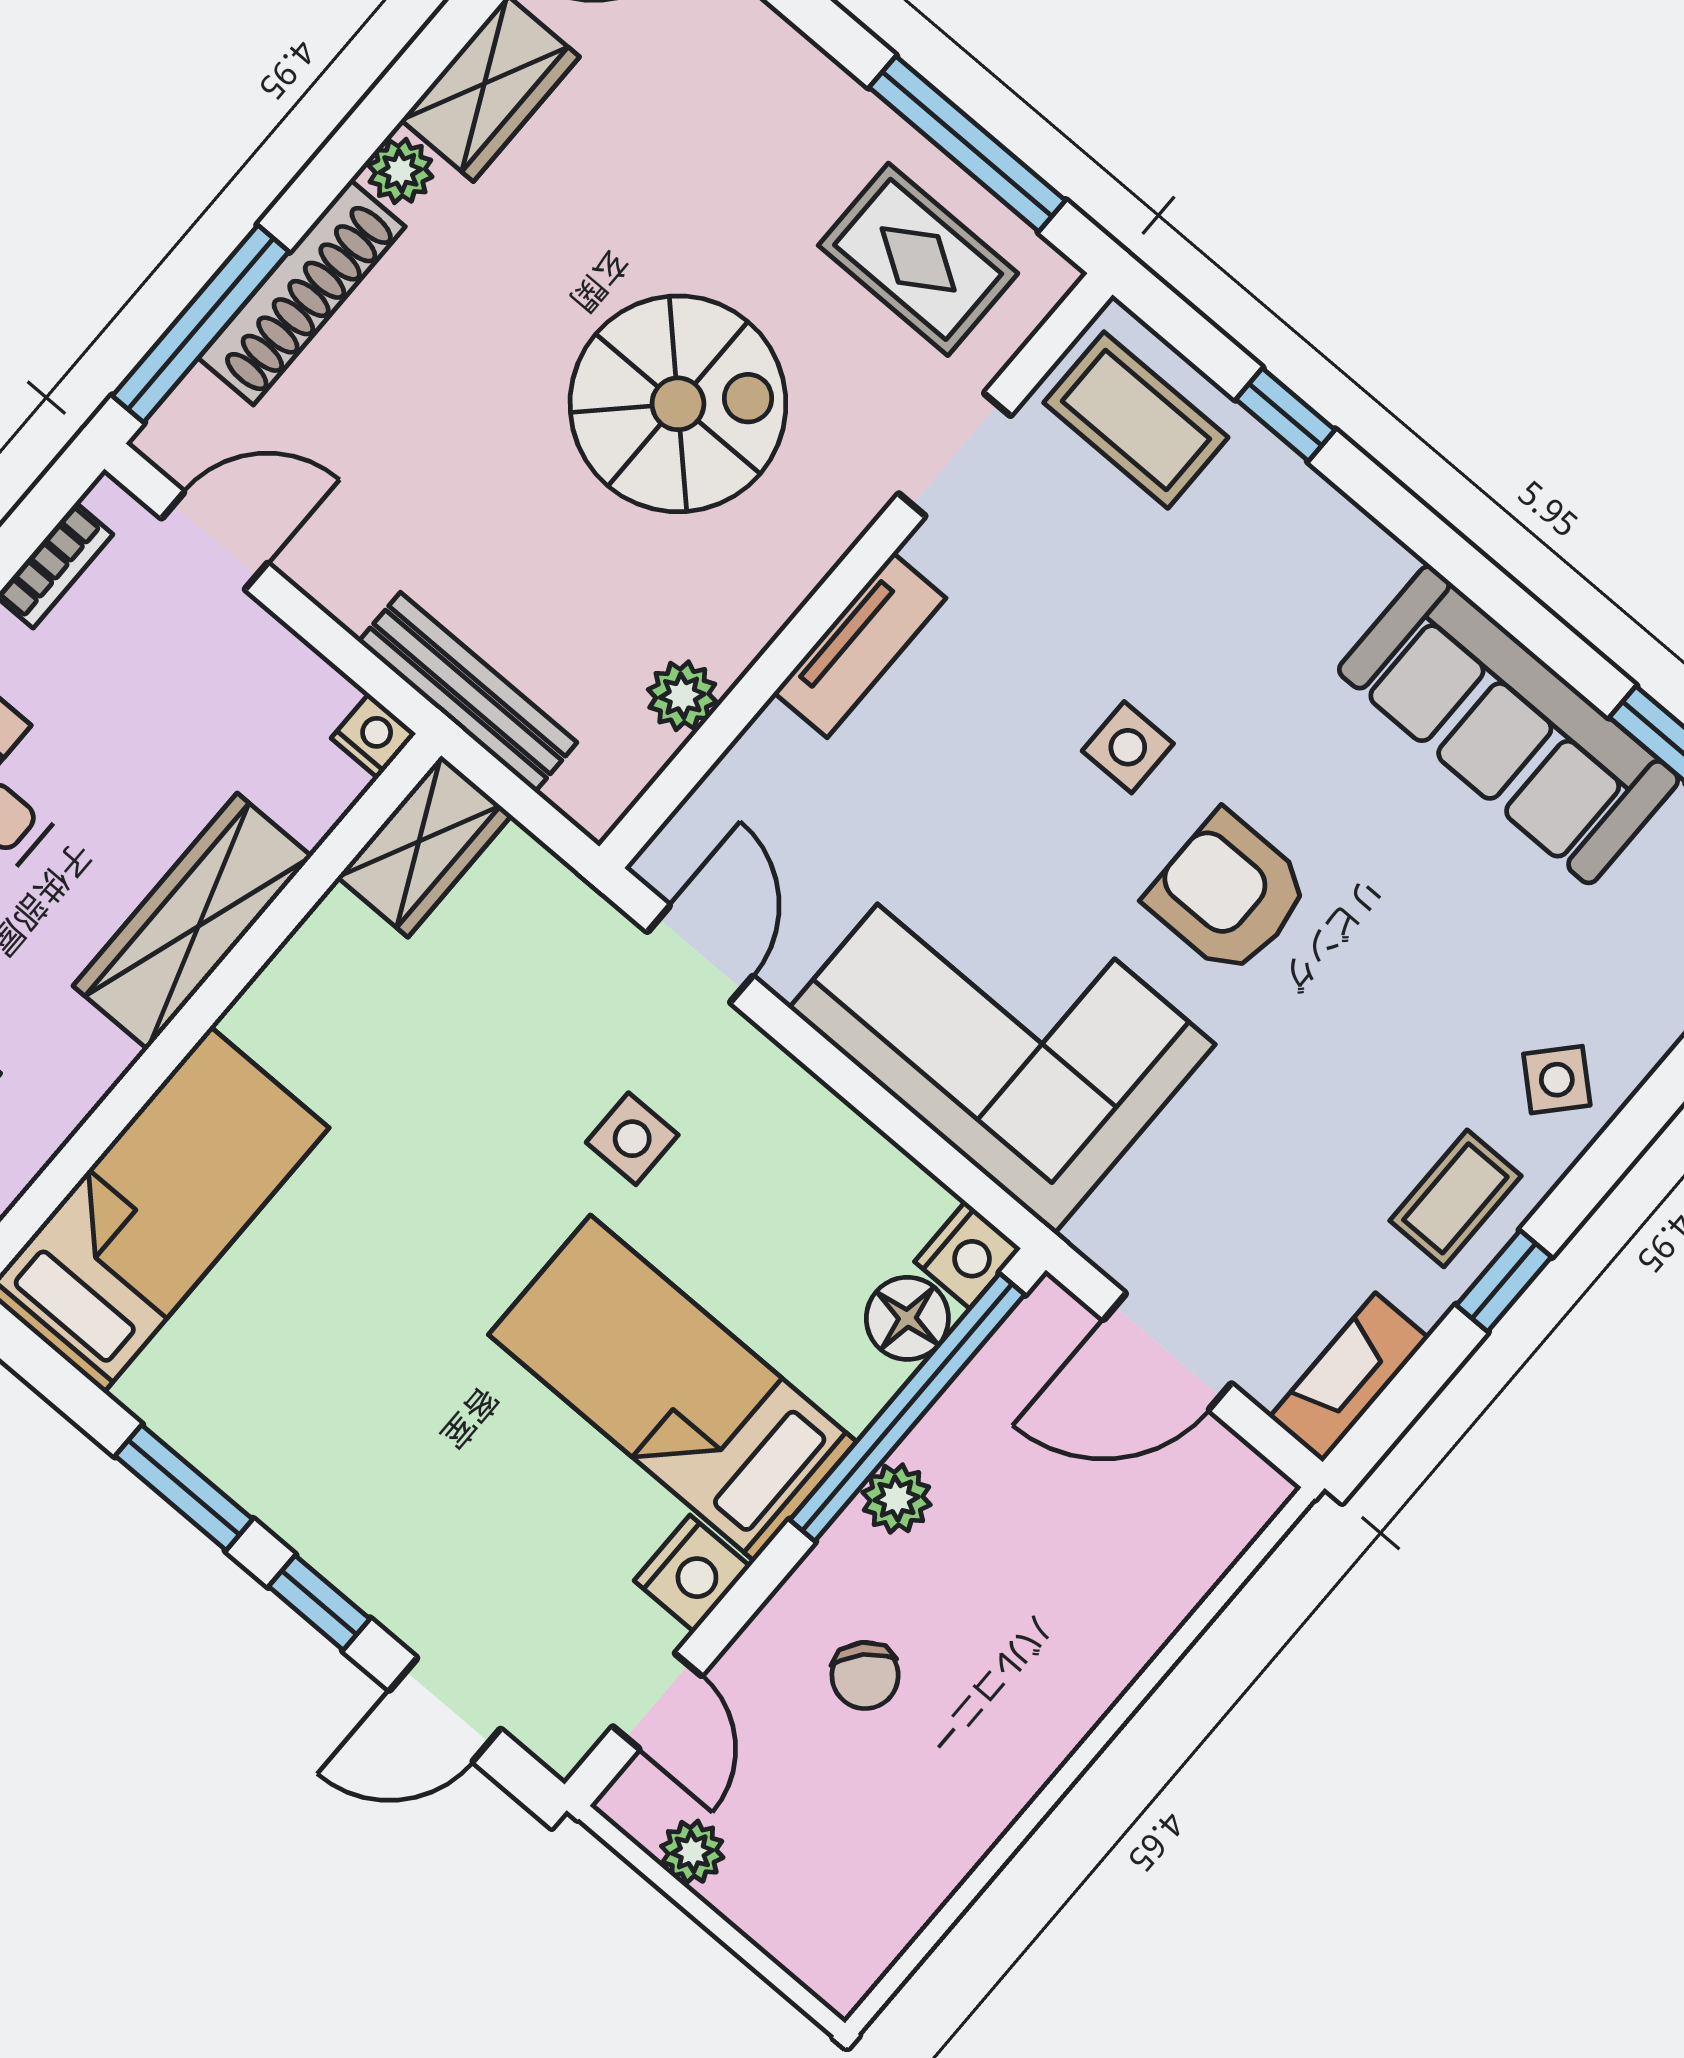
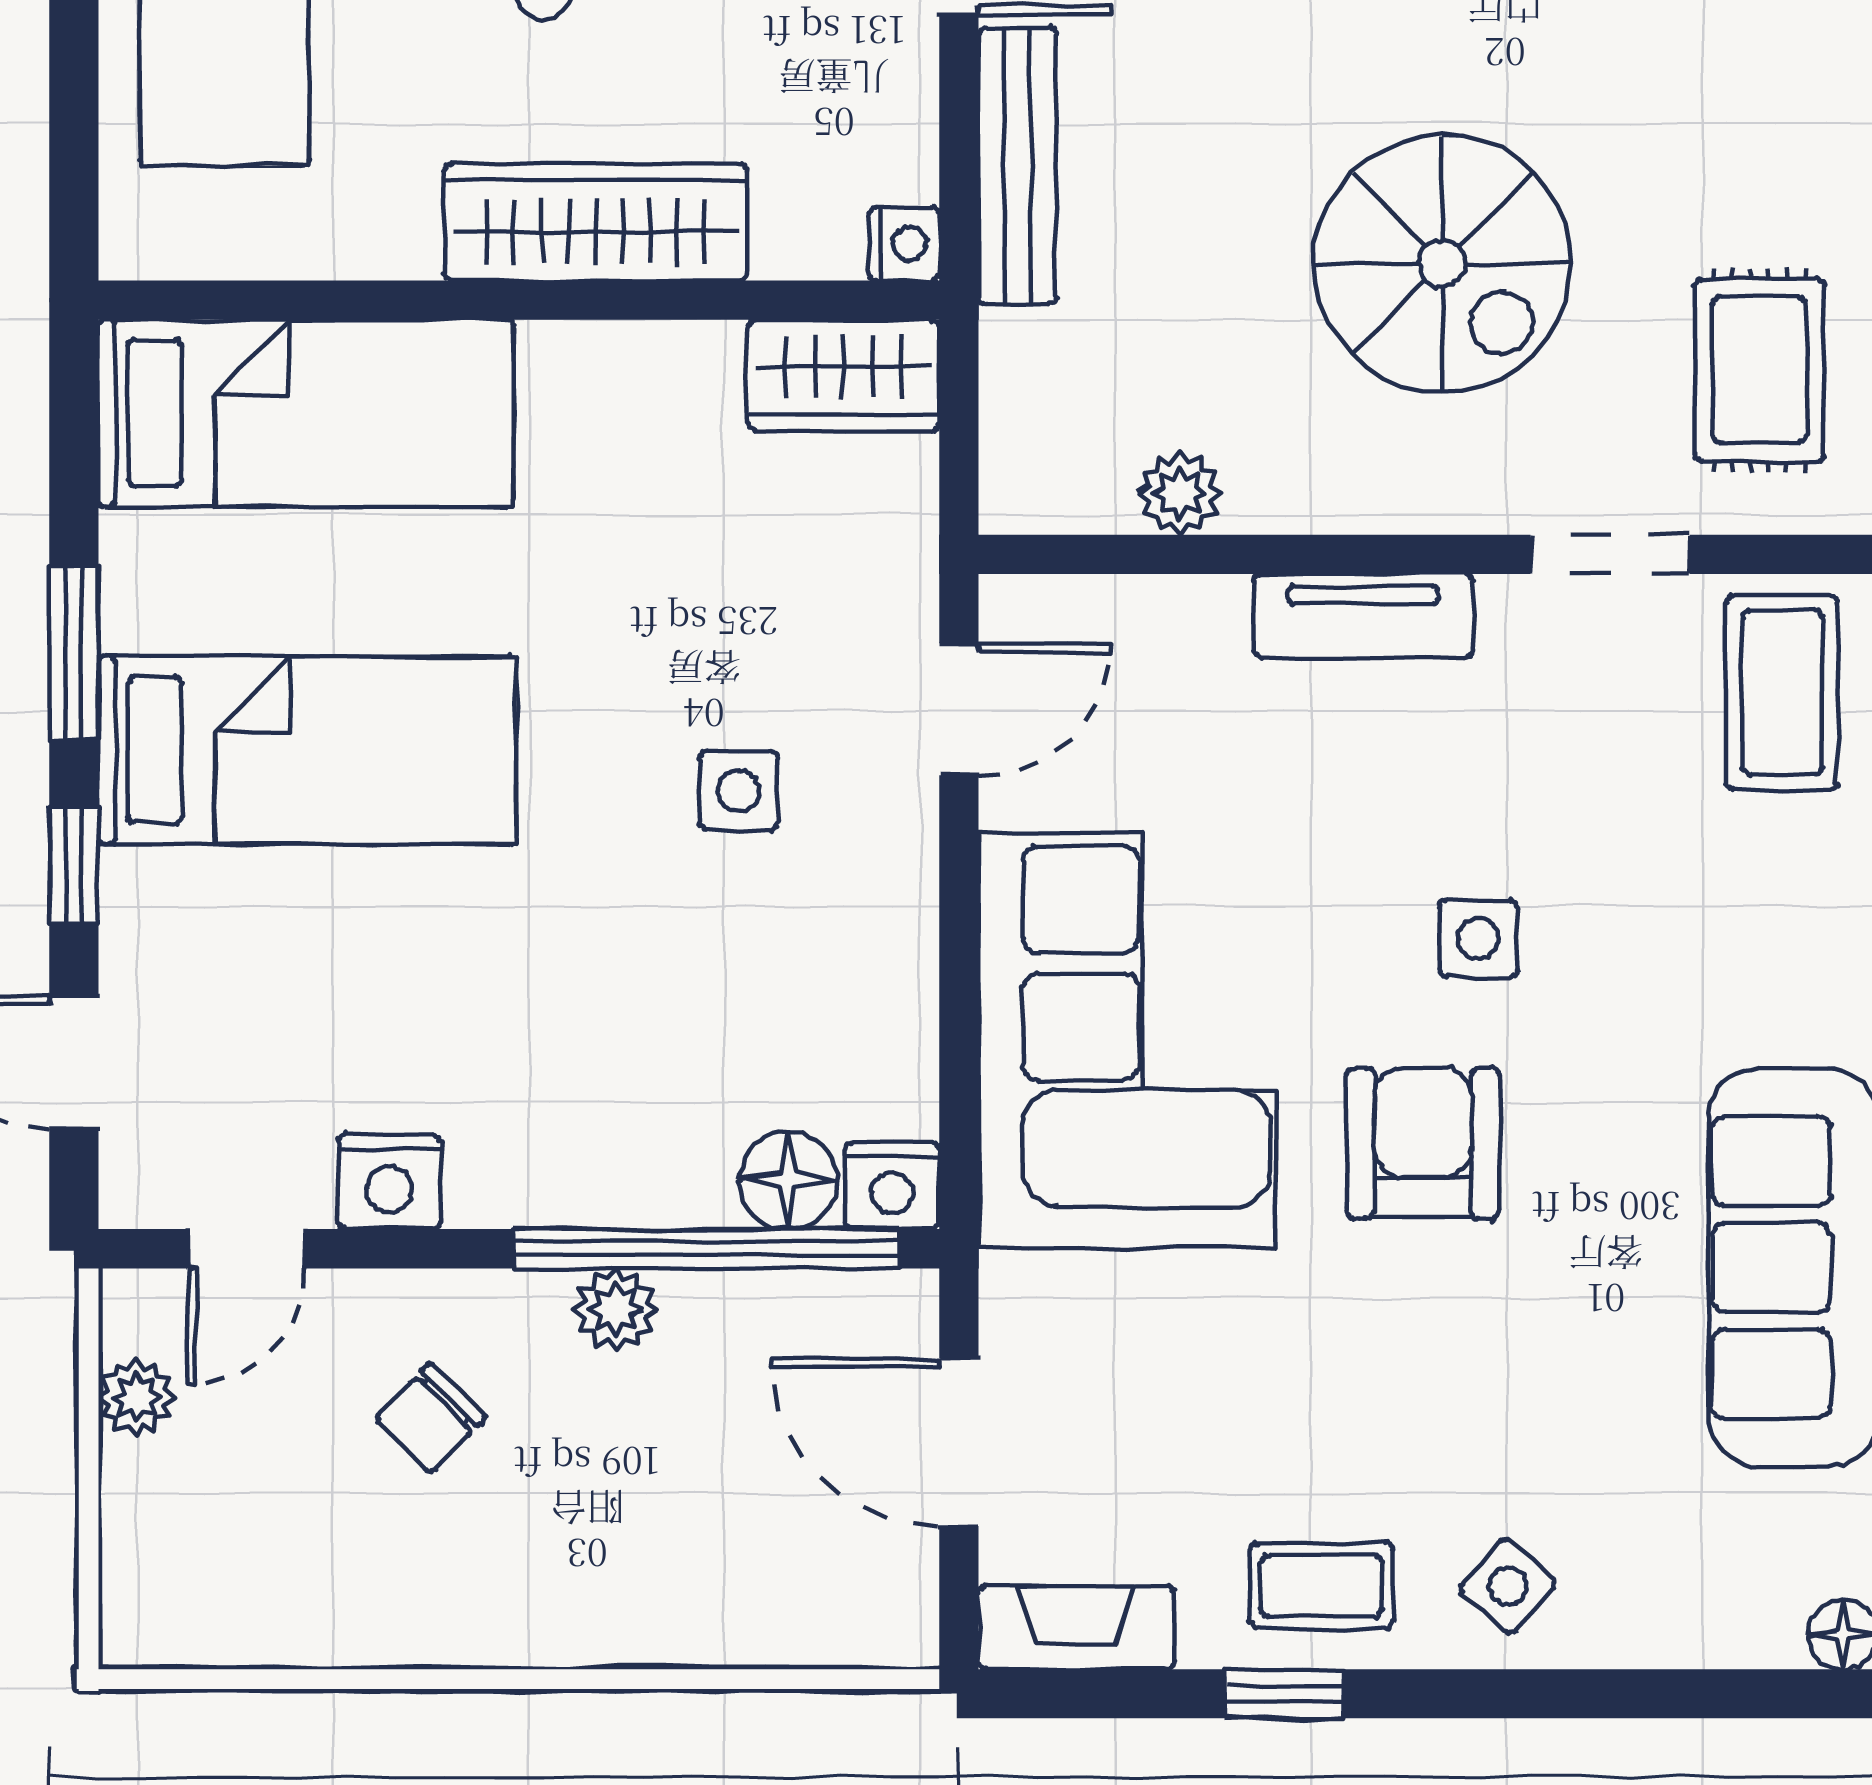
bench: (468, 692) -> (1017, 166), moved
bed: (672, 1388) -> (307, 750), moved, turned 90

